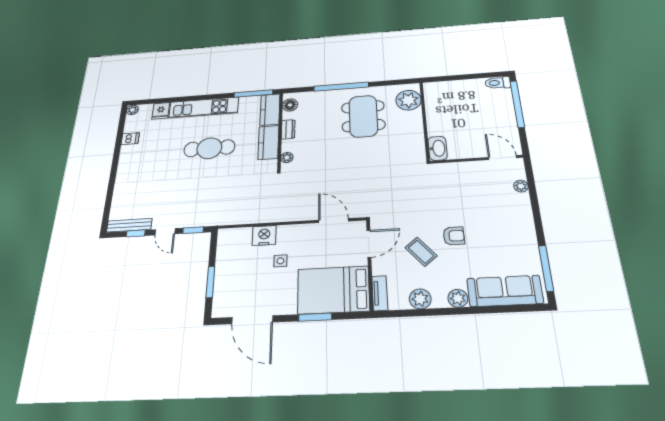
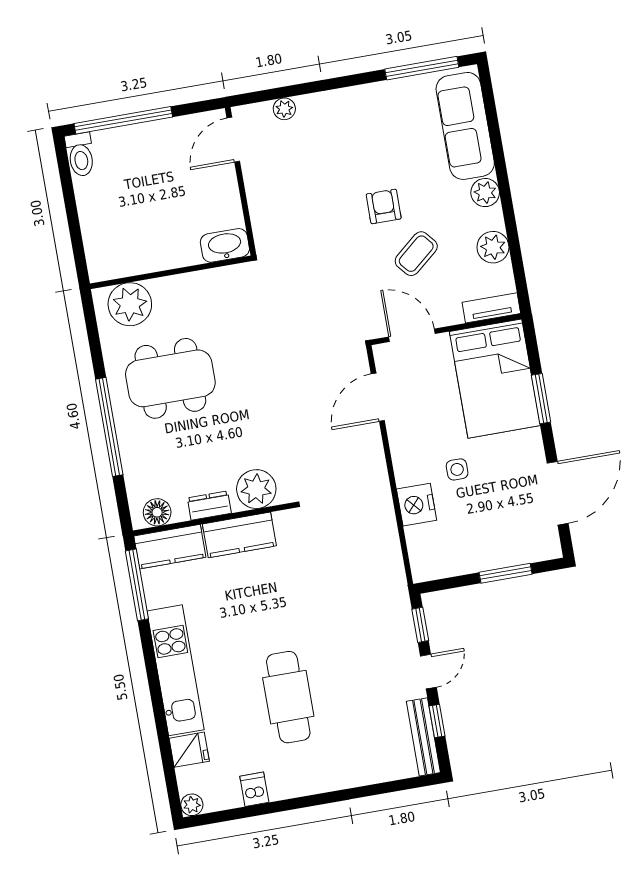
cafe table: (209, 148) -> (288, 697), moved
plant: (287, 158) -> (256, 489), width x1.87, depth x1.87

